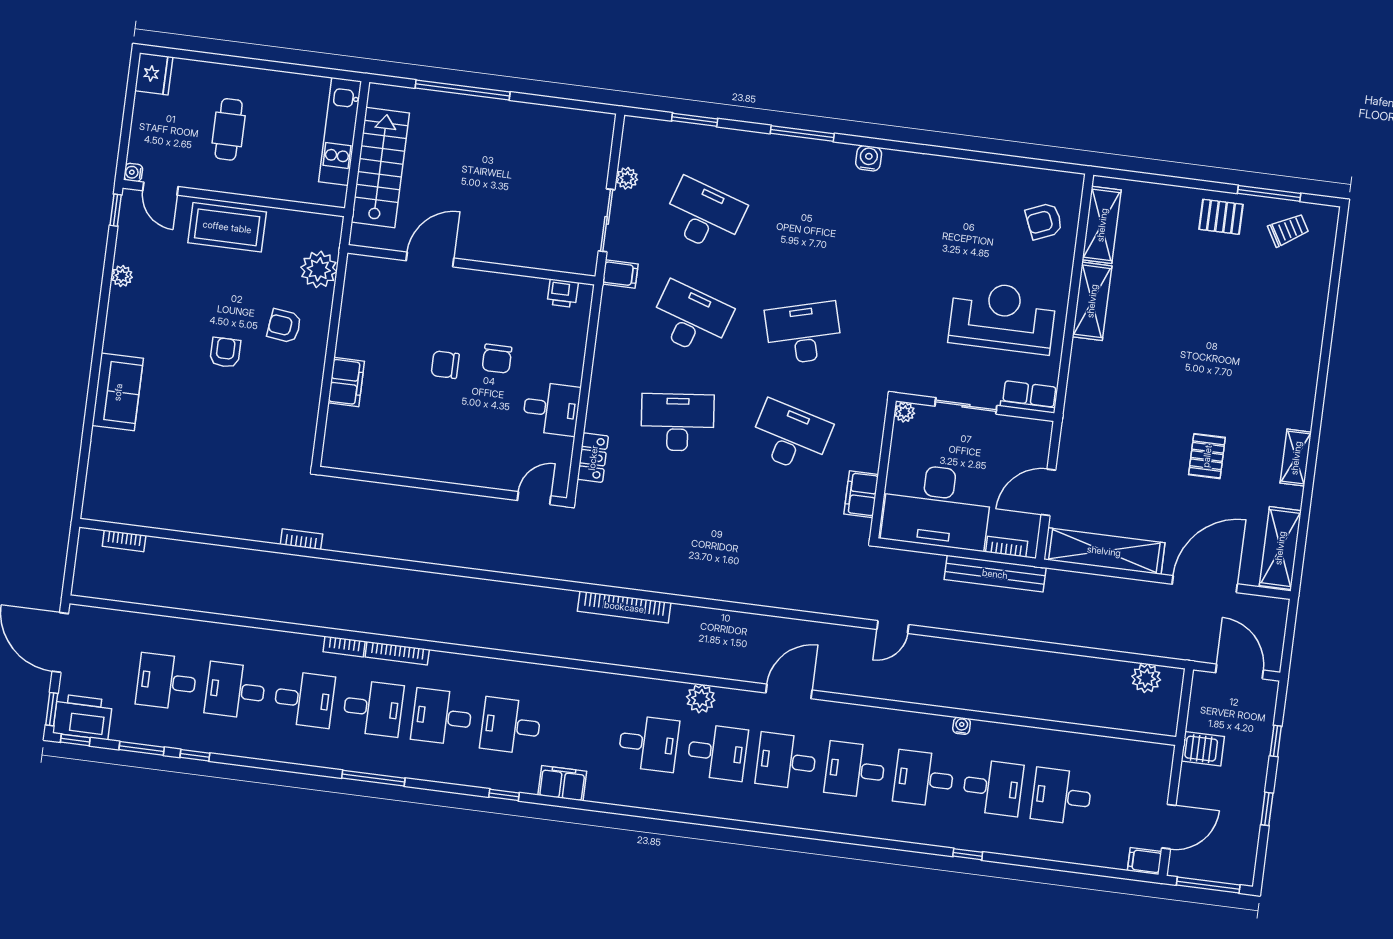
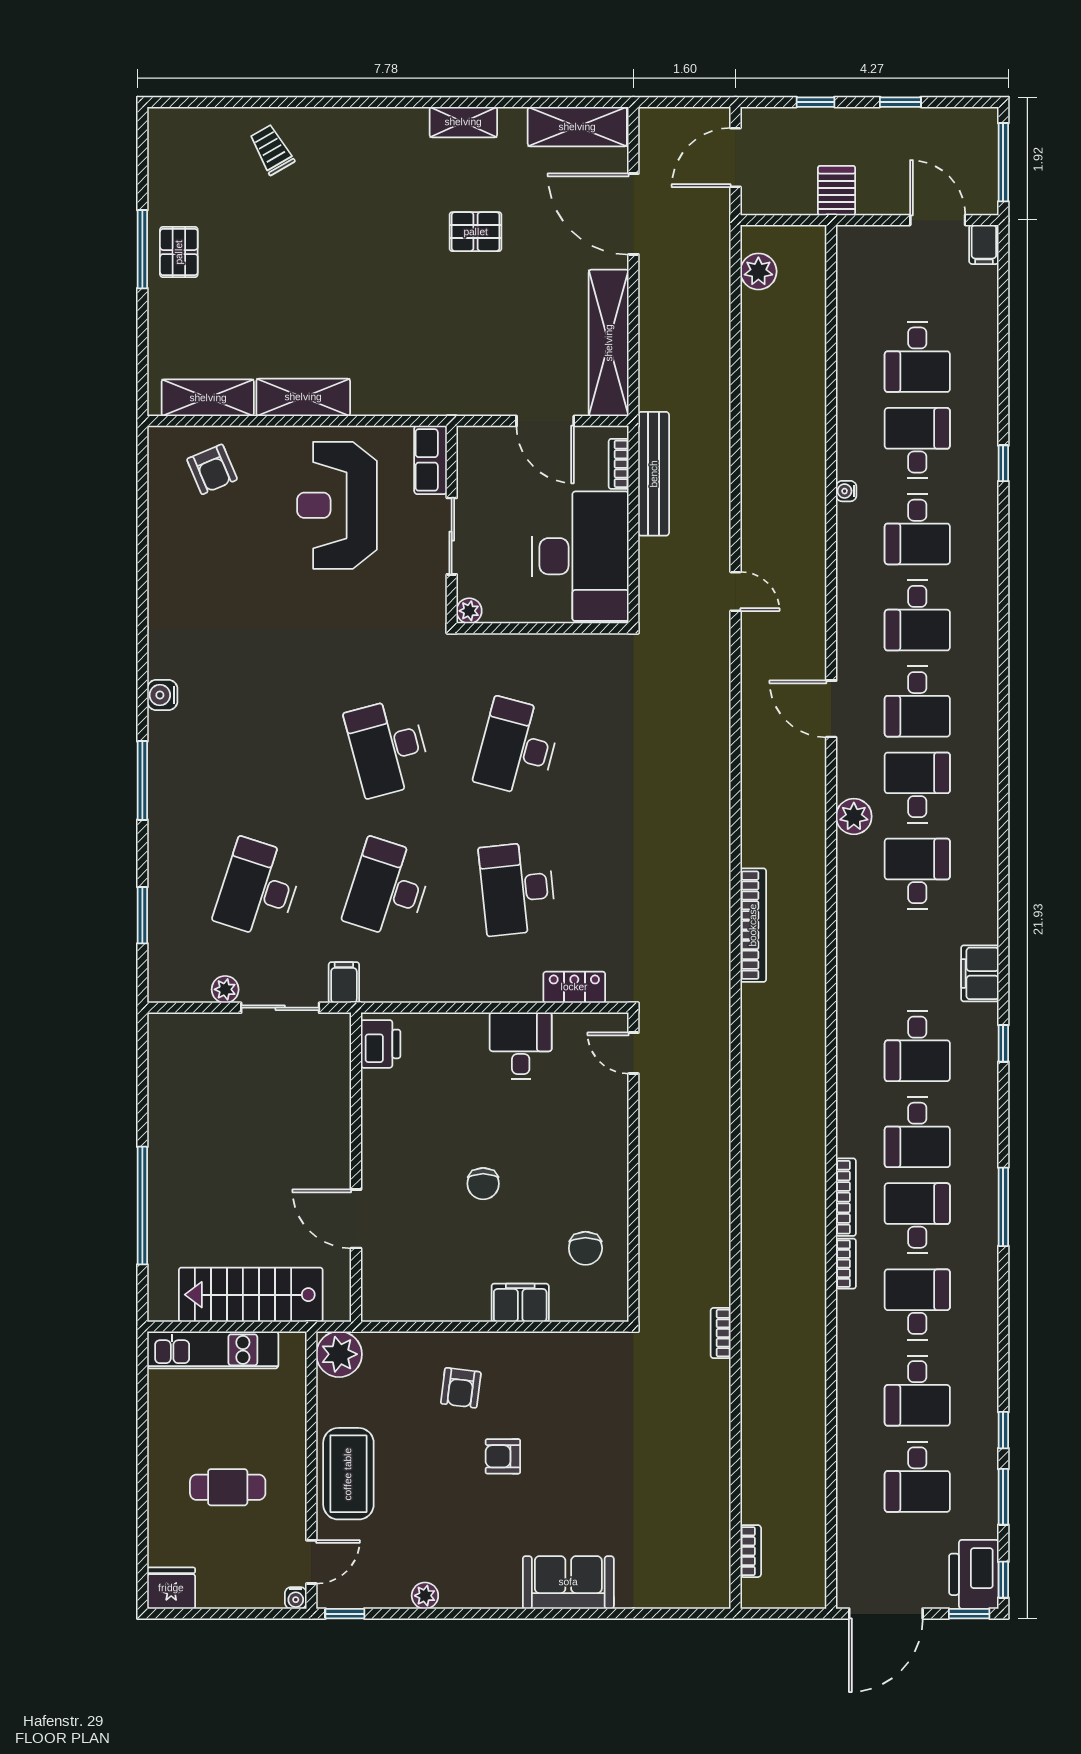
window: (1269, 193) -> (142, 249), moved
trolley: (1288, 230) -> (272, 150), moved
plant: (319, 269) -> (339, 1354), moved
printer: (563, 293) -> (381, 1044), width x1.36, depth x1.24
chair: (497, 359) -> (585, 1248), moved, turned 90
filing cabinet: (861, 494) -> (577, 651), removed

